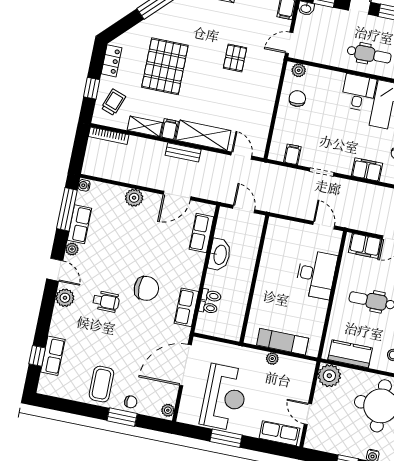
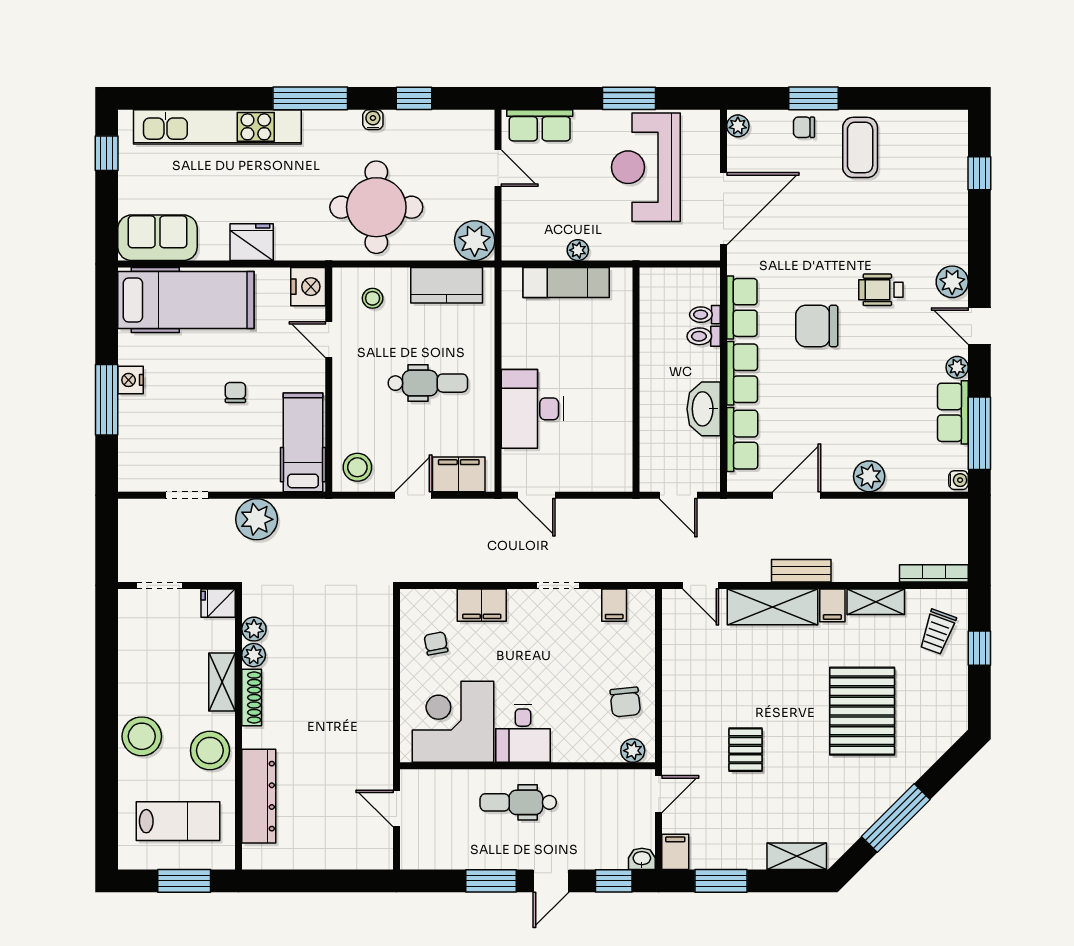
locker: (112, 61) -> (955, 702), removed
row of seats: (53, 356) -> (742, 373), moved, turned 180

